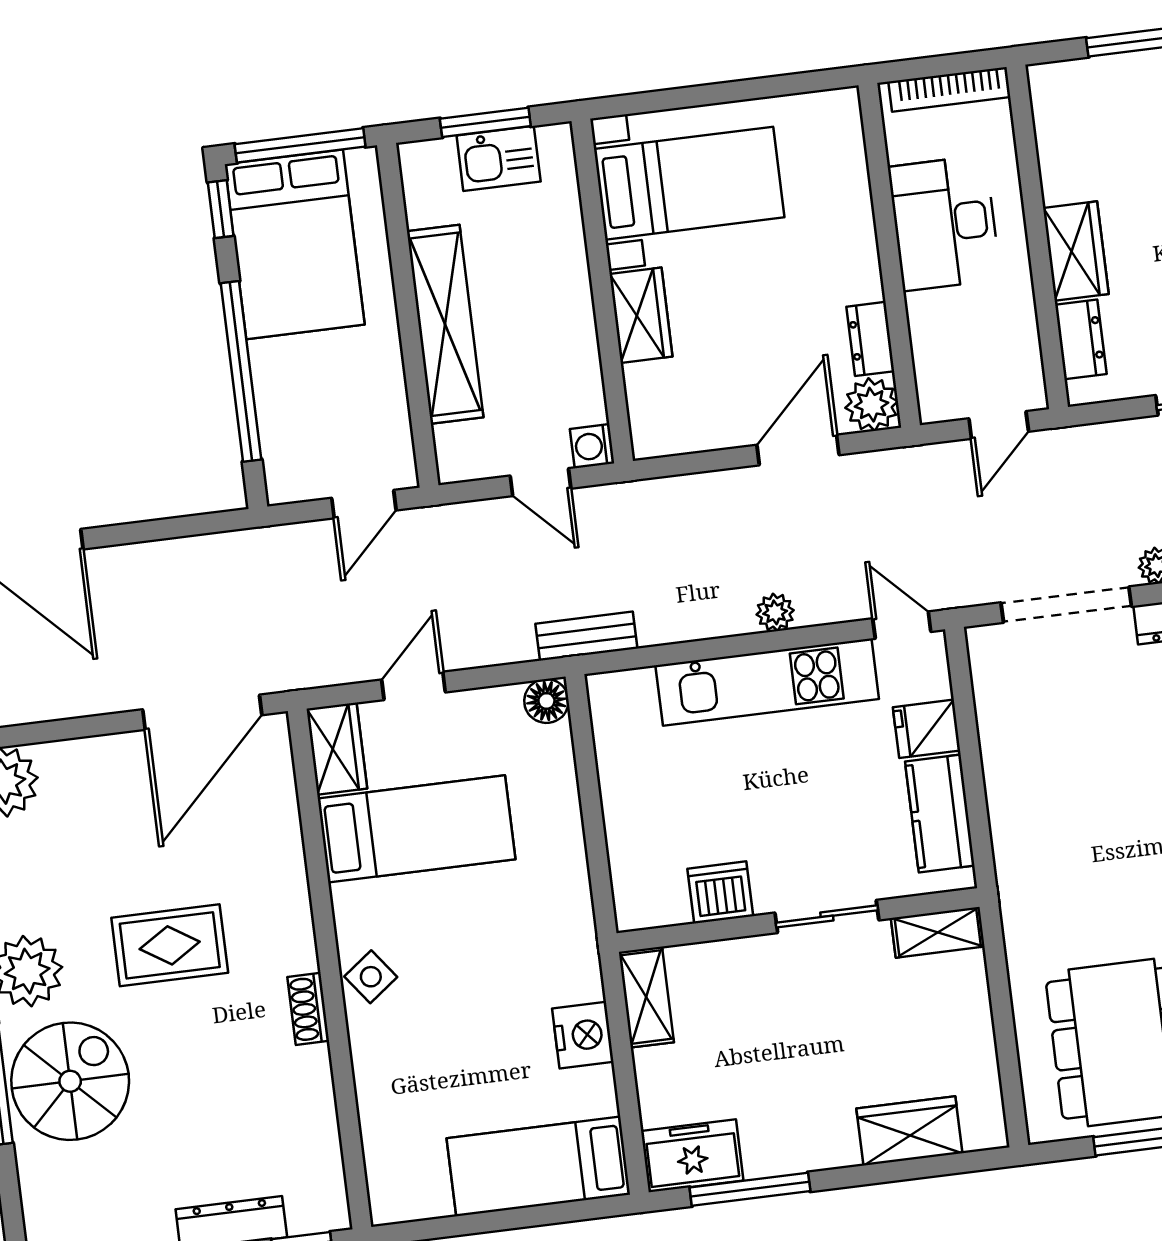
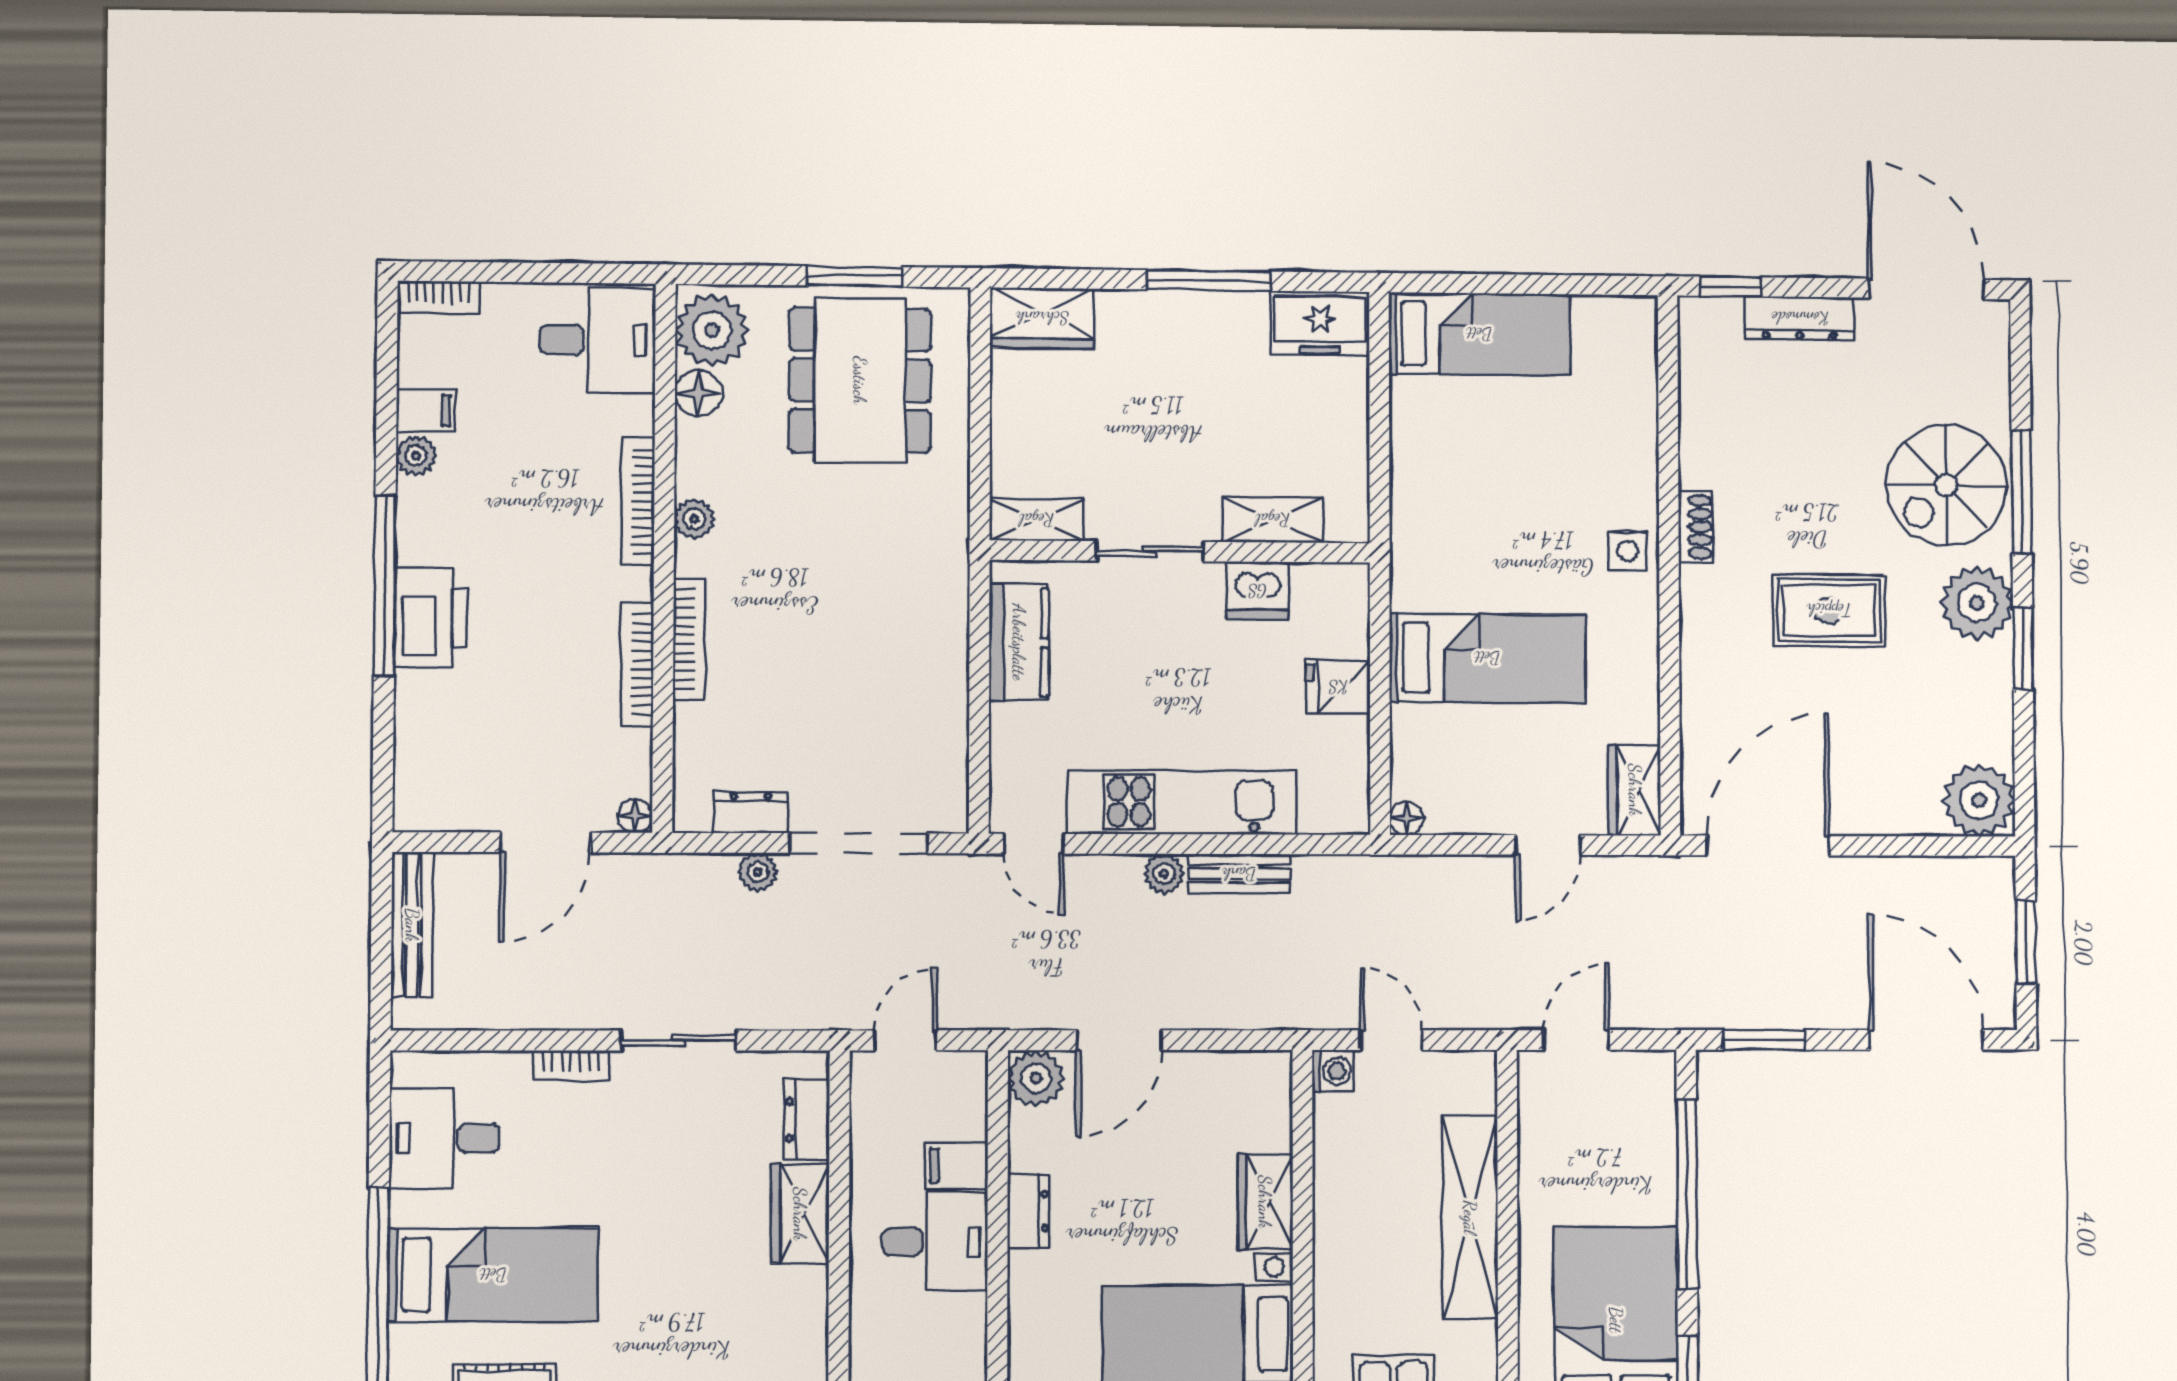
desk: (944, 223) -> (935, 1242), width x0.73
filing cabinet: (936, 314) -> (956, 1165), added
dresser: (870, 339) -> (1028, 1211), moved
window: (184, 526) -> (1764, 1040), added
bench: (586, 636) -> (1239, 874), moved
floor lamp: (546, 701) -> (1407, 818), width x0.73, depth x0.73
fridge: (927, 729) -> (1338, 687), moved, turned 180
bed: (417, 829) -> (1487, 658), moved, turned 180
side table: (371, 977) -> (1628, 551), turned 37
shelving: (646, 997) -> (1273, 520), moved, turned 90
nightstand: (583, 1035) -> (1417, 462), removed
wardrobe: (909, 1131) -> (1042, 318), moved
window: (750, 1189) -> (1209, 280), moved

